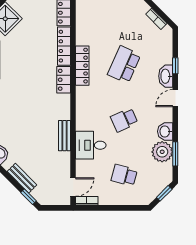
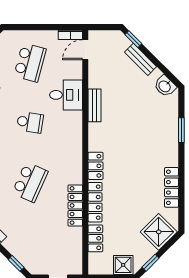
locker: (82, 66) -> (75, 205), moved
school desk: (124, 120) -> (30, 122), turned 33
school desk: (124, 175) -> (30, 62), width x1.85

